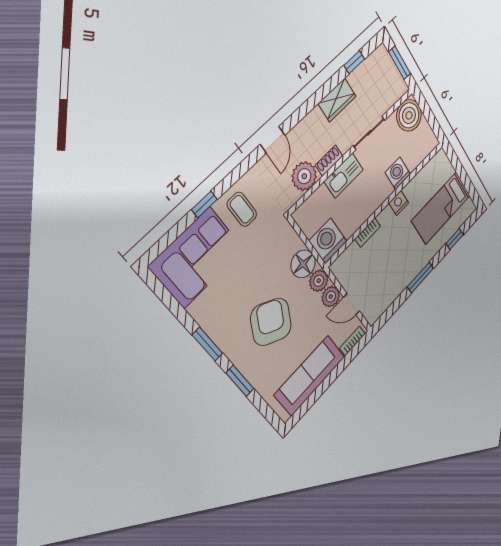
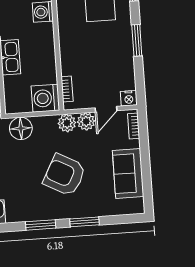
nightstand: (399, 203) -> (129, 98), moved, turned -90
bookcase: (368, 233) -> (67, 89), moved
floor lamp: (303, 264) -> (21, 128), moved
sofa: (310, 376) -> (128, 173), width x0.73

